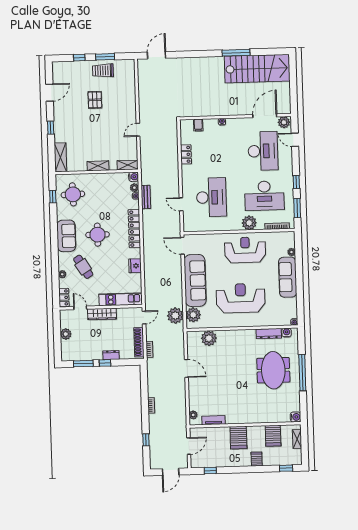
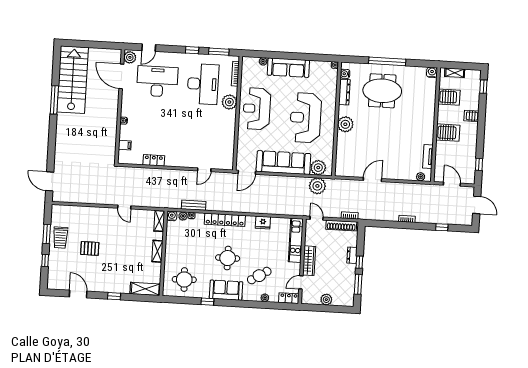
window: (53, 197) -> (207, 302), moved
desk: (211, 197) -> (200, 138), removed
plant: (209, 338) -> (345, 124), moved

